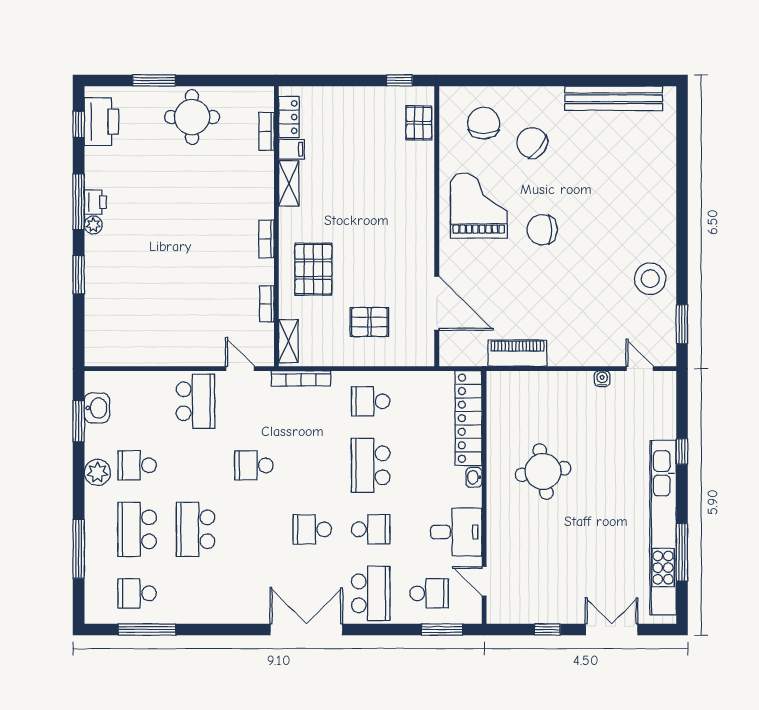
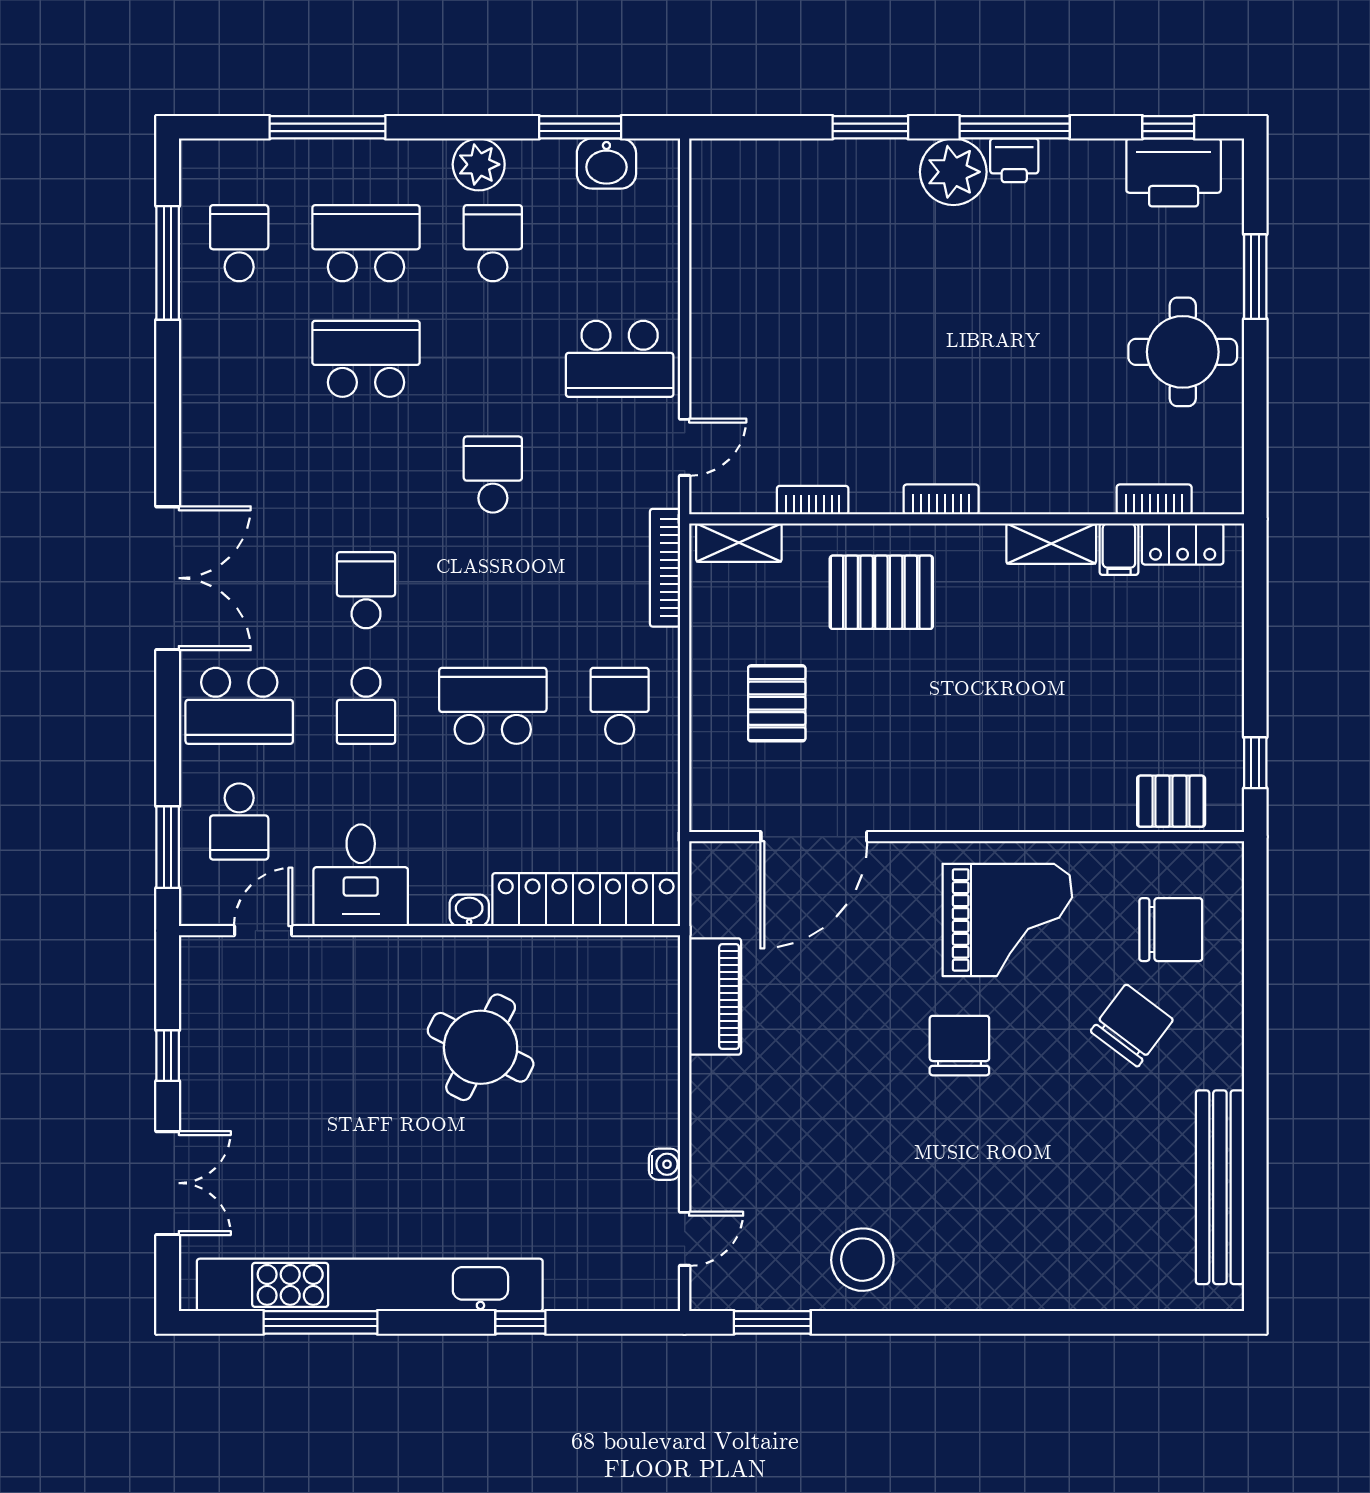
plant: (93, 225) -> (953, 172), width x1.87, depth x1.87
round table: (543, 471) -> (481, 1047), turned 36

